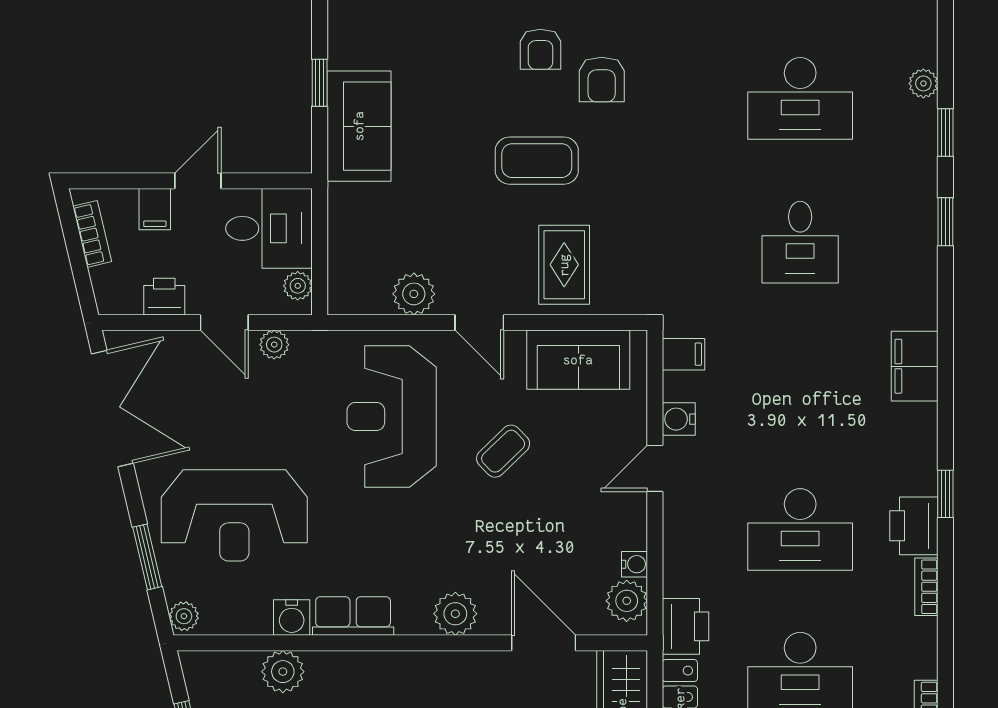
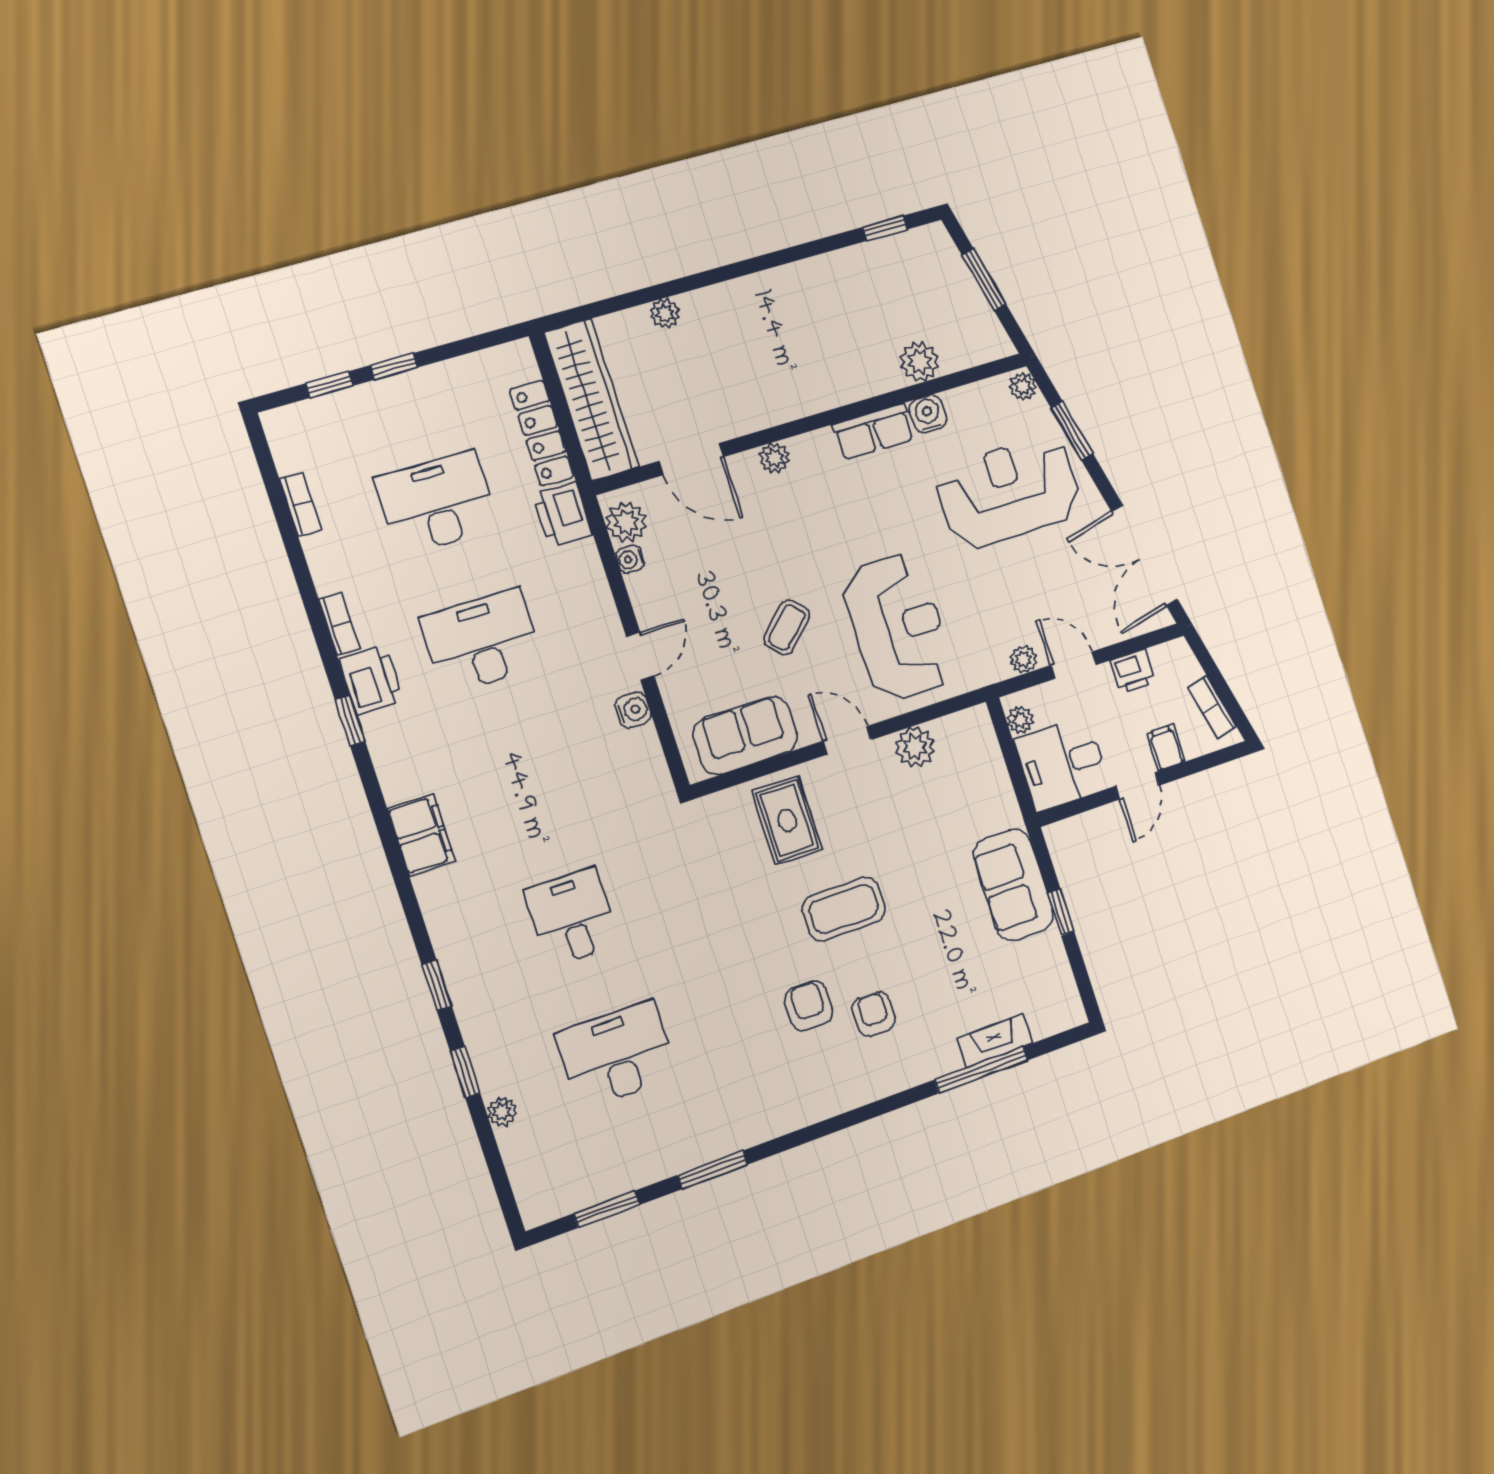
filing cabinet: (683, 354) -> (648, 773), removed
plant: (455, 614) -> (774, 458), width x0.73, depth x0.73

